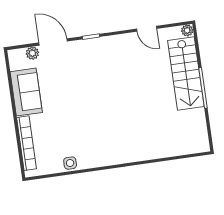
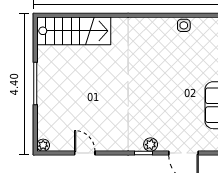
plant: (32, 53) -> (151, 145), moved
stairs: (186, 74) -> (74, 31), moved, turned 90

